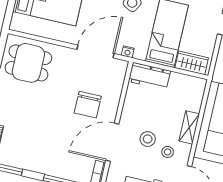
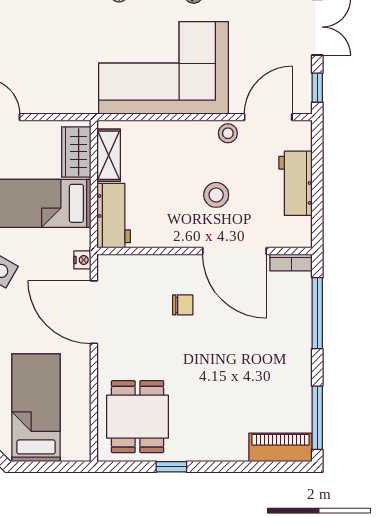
chair: (88, 105) -> (183, 305), width x0.54, depth x0.54
shelving: (189, 127) -> (109, 155), moved, turned 90
stool: (168, 152) -> (228, 133), moved

